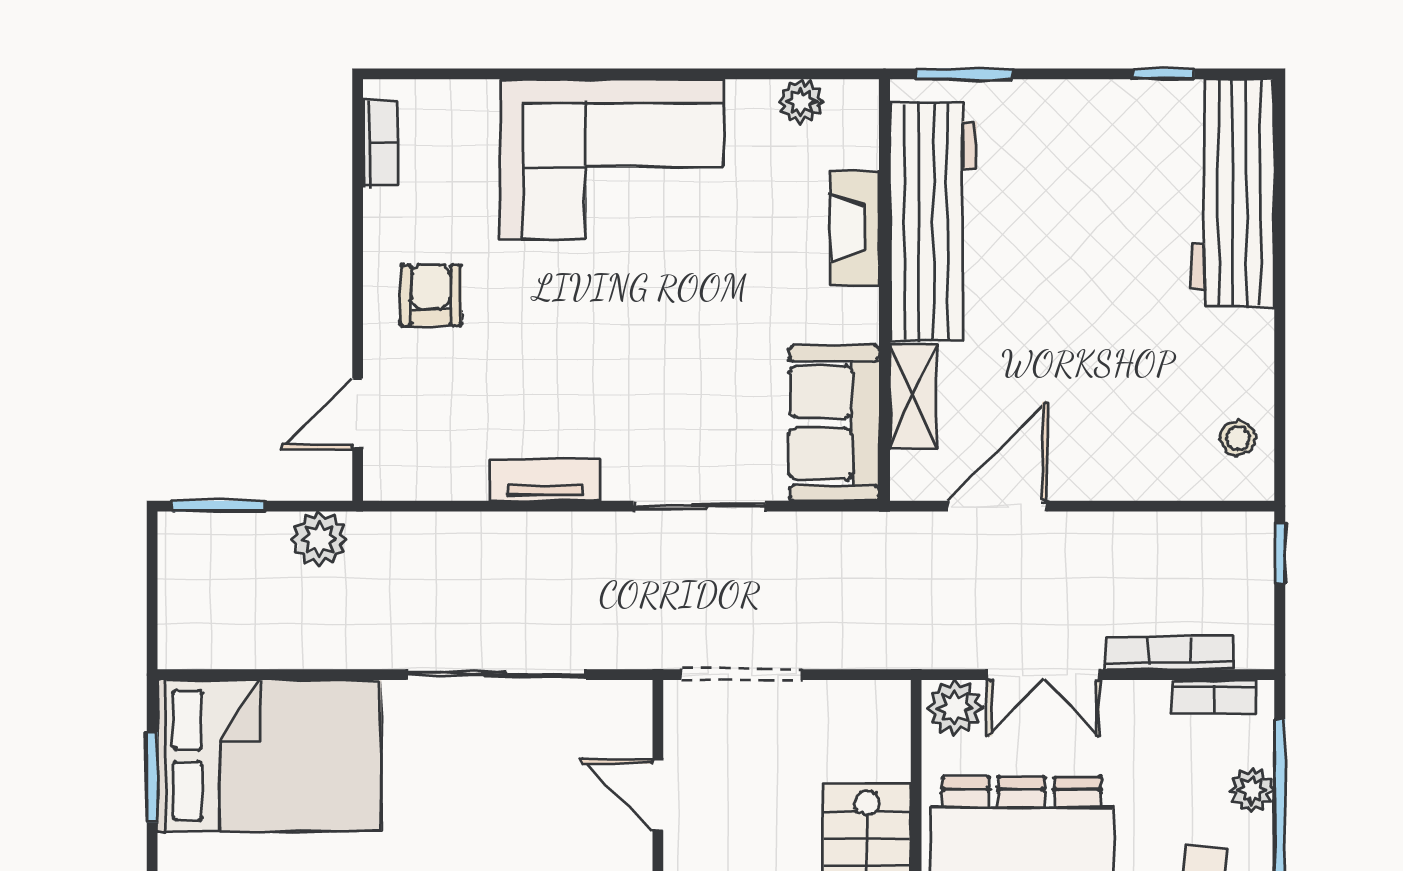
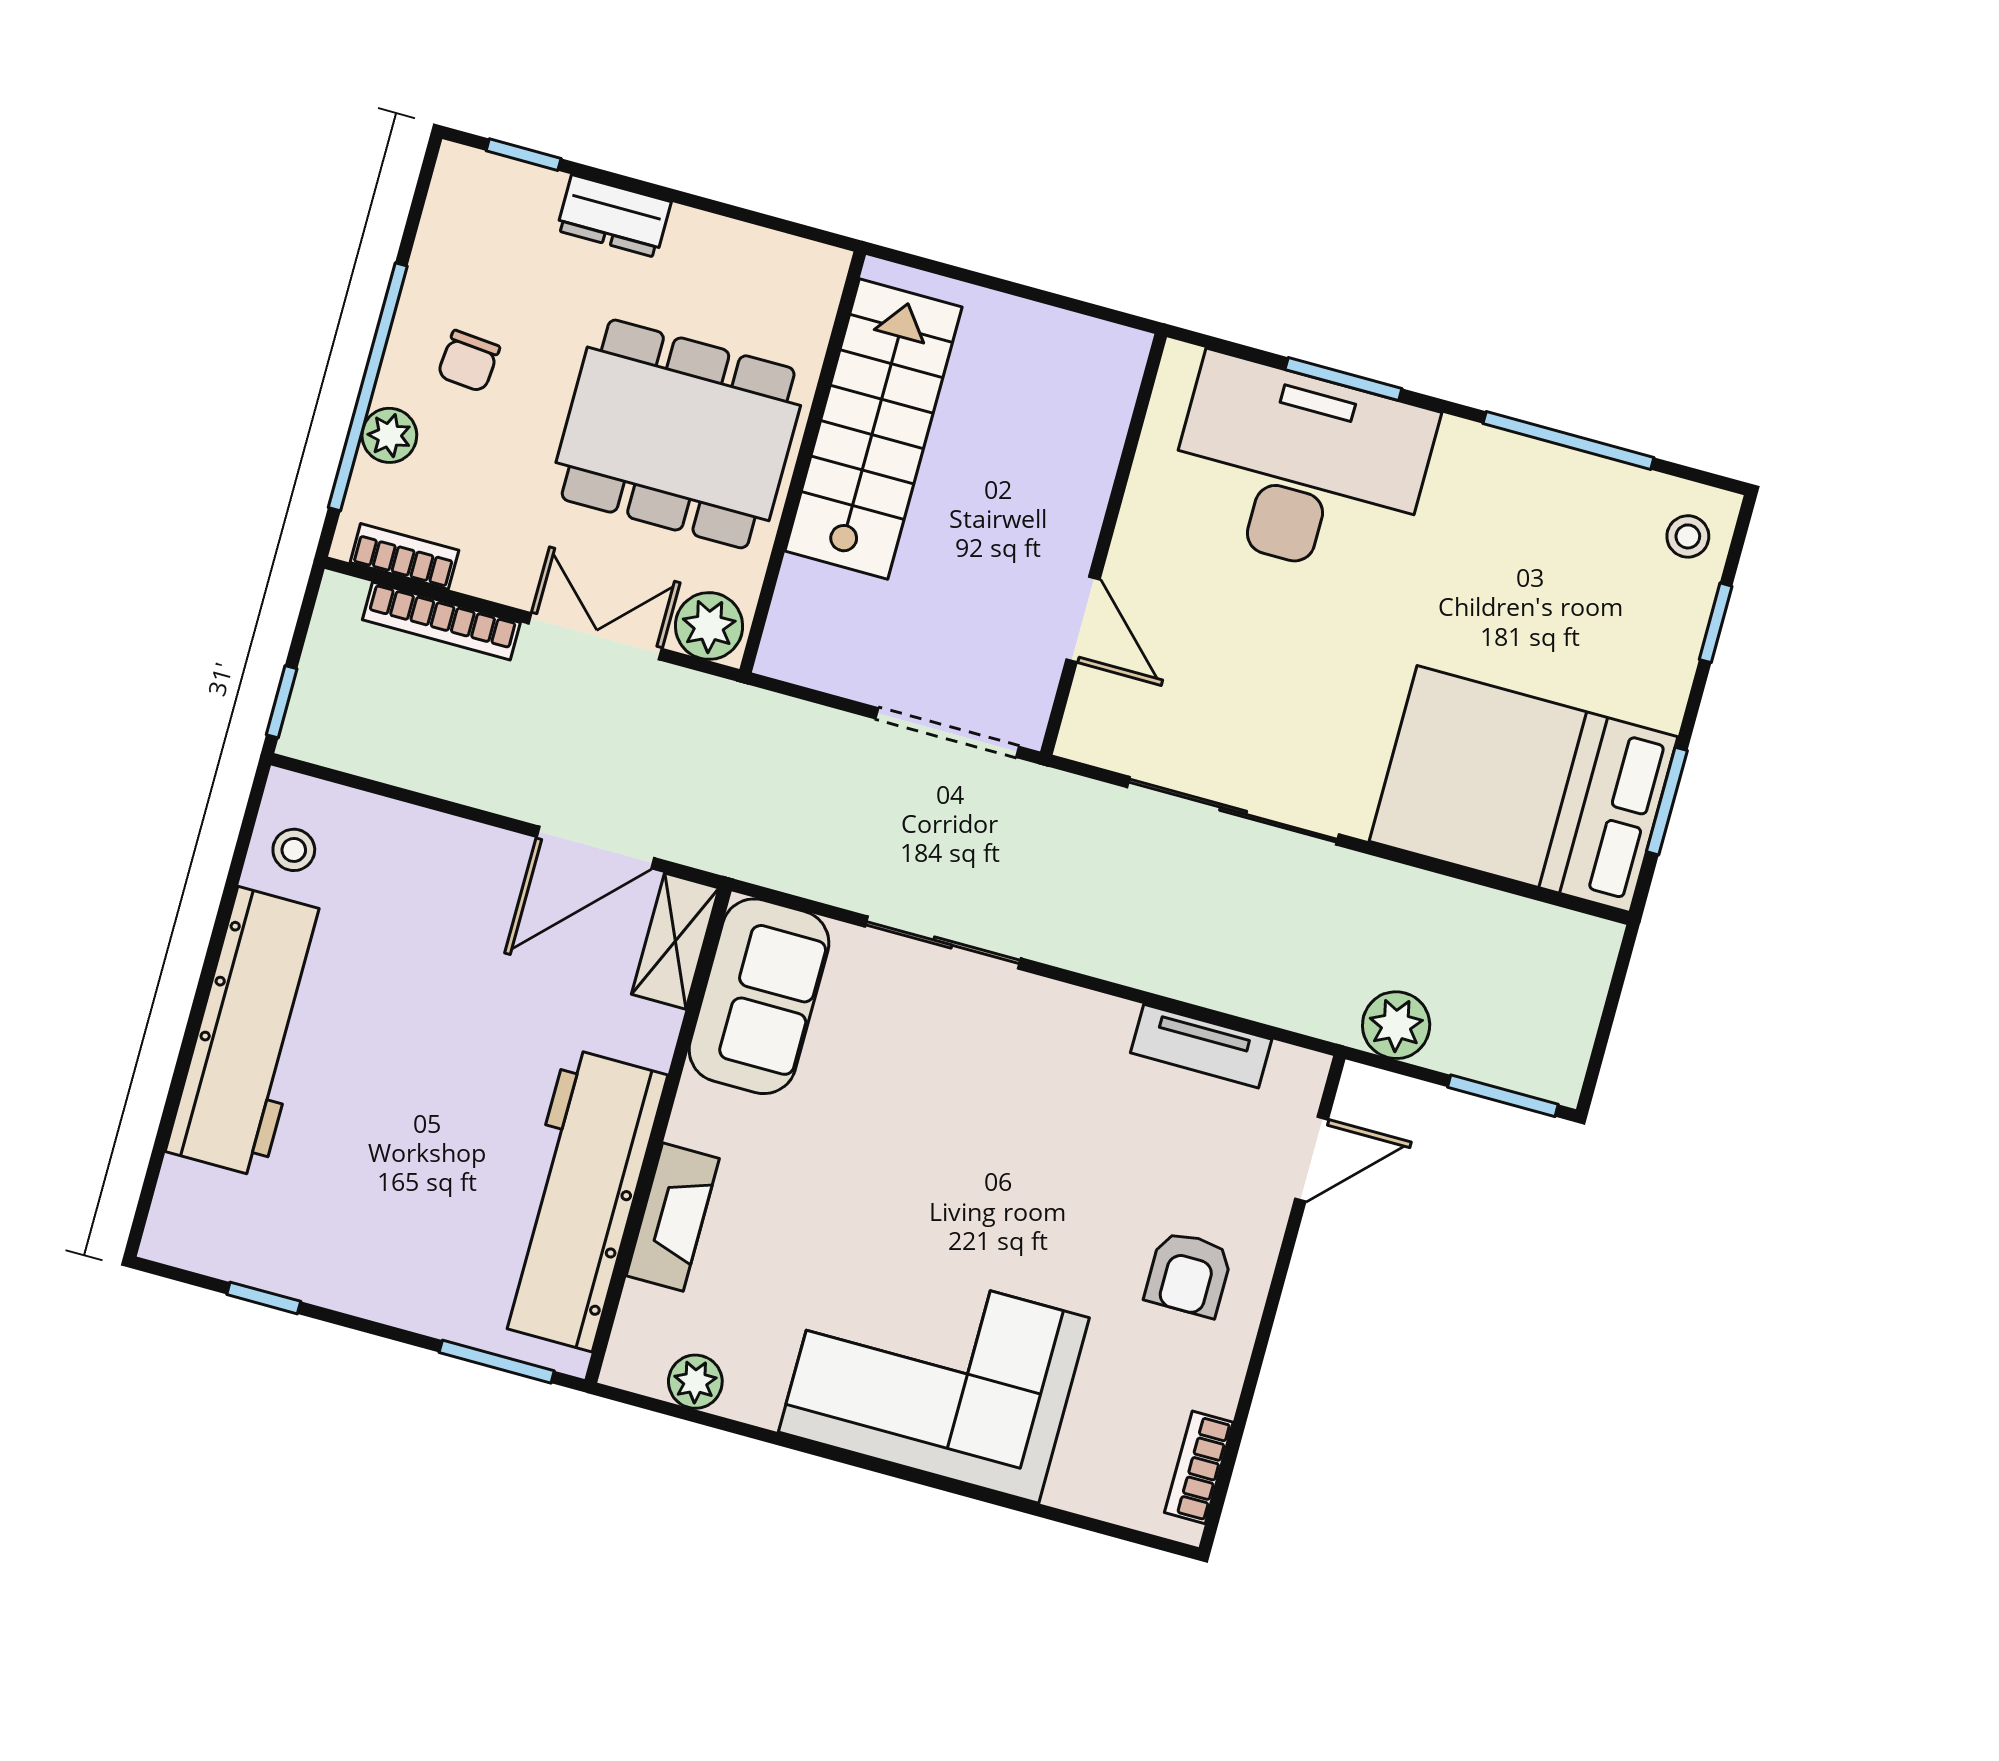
workbench: (1233, 193) -> (250, 1032), moved
shelving: (913, 397) -> (675, 941), moved
tv unit: (545, 480) -> (1201, 1046), moved

